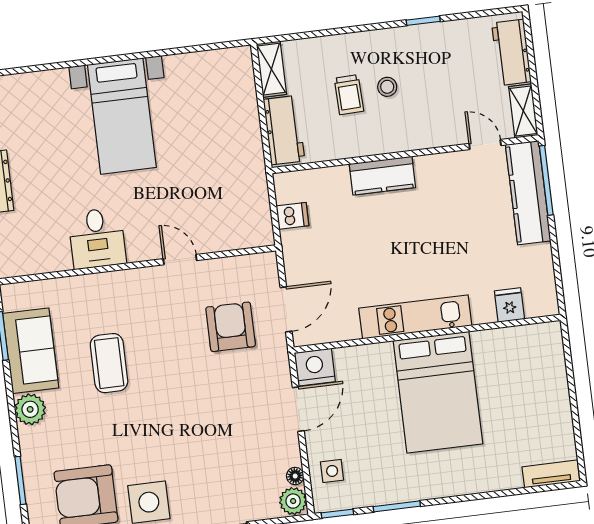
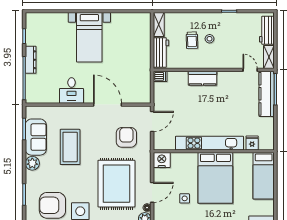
dishwasher: (293, 216) -> (160, 76), moved
door: (180, 260) -> (107, 105), width x1.88
door: (286, 309) -> (152, 122), moved
kitchen unit: (415, 317) -> (209, 143), width x1.36
coffee table: (109, 363) -> (70, 147), width x1.36, depth x1.32
bed: (544, 374) -> (264, 176), added
door: (298, 409) -> (152, 192), moved
rug: (221, 431) -> (116, 184), added
side table: (332, 471) -> (185, 198), moved

